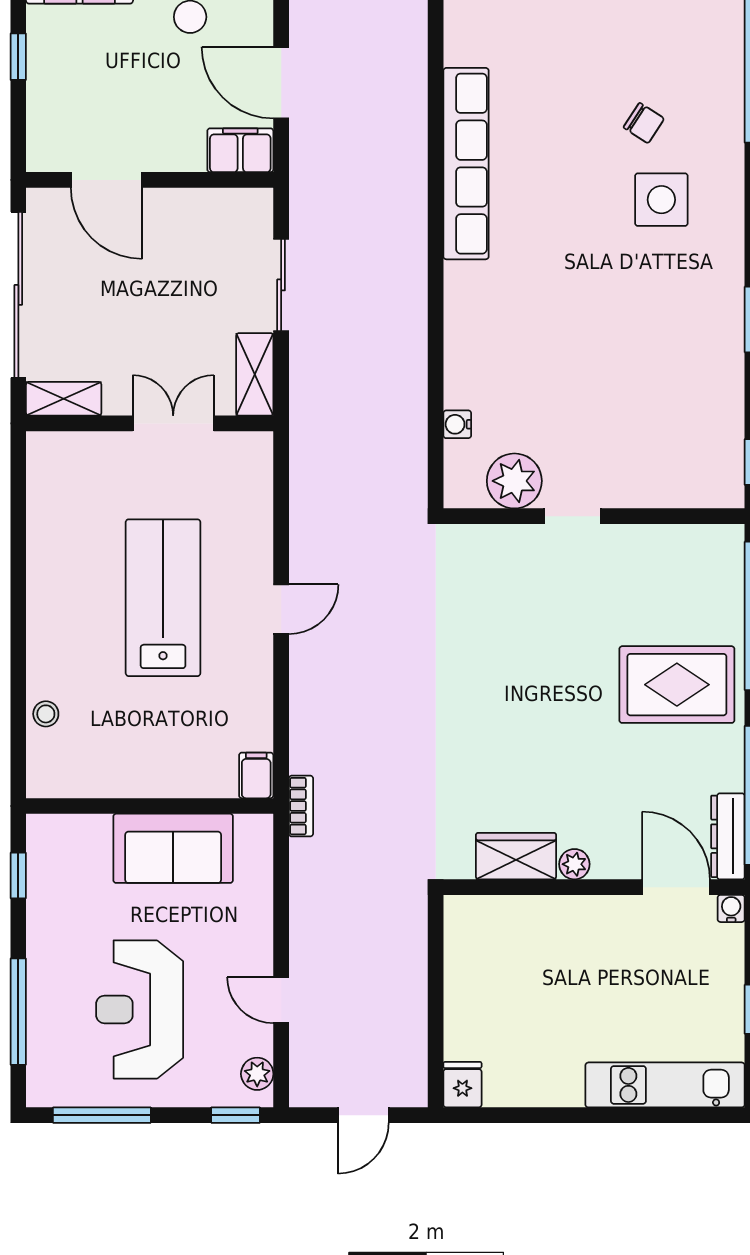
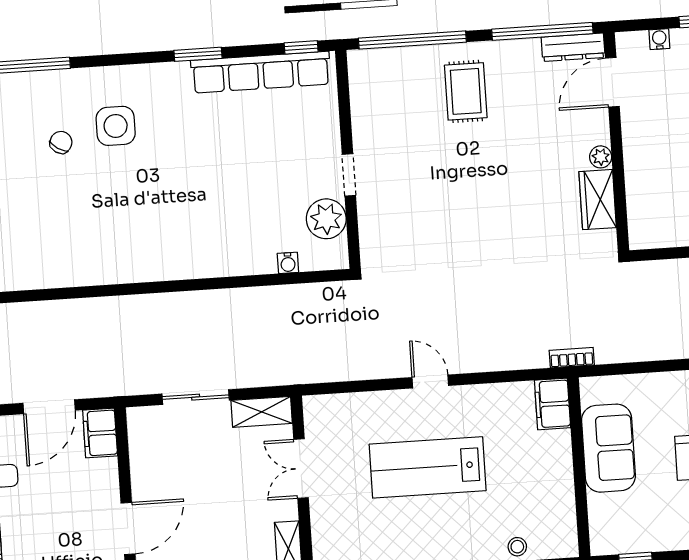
row of seats: (466, 164) -> (261, 72), moved, turned 180
rug: (677, 685) -> (466, 91), width x0.73, depth x0.70
filing cabinet: (256, 775) -> (553, 404), width x2.00
water cooler: (731, 908) -> (659, 39), moved, turned 90

